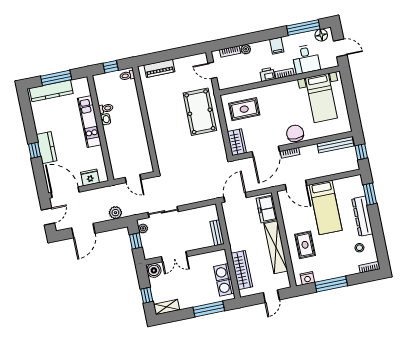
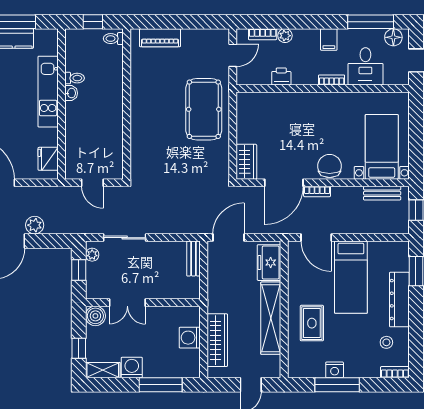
door: (212, 70) -> (233, 55), swing flipped
printer: (267, 74) -> (281, 76), moved
bed with nightstands: (321, 98) -> (382, 147), moved, turned 180
rug: (244, 109) -> (266, 118), removed
bench: (335, 145) -> (382, 193), width x0.73
fridge: (90, 177) -> (48, 159), moved, turned -90
plant: (115, 213) -> (35, 225), moved
bench: (217, 233) -> (194, 259), moved
nightstand: (307, 278) -> (335, 370), moved
washing machine: (226, 288) -> (132, 368), moved, turned 90

